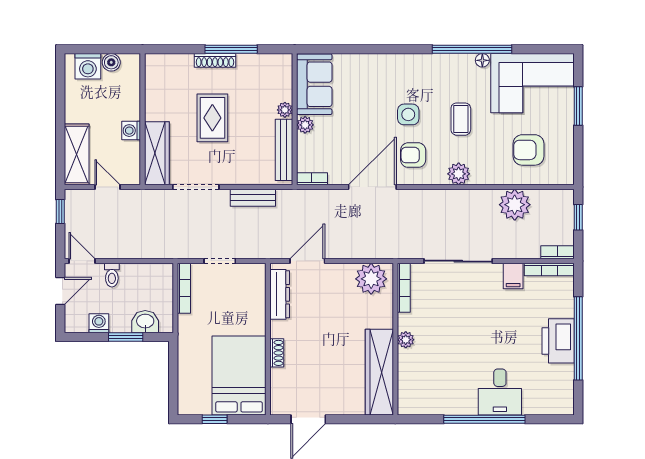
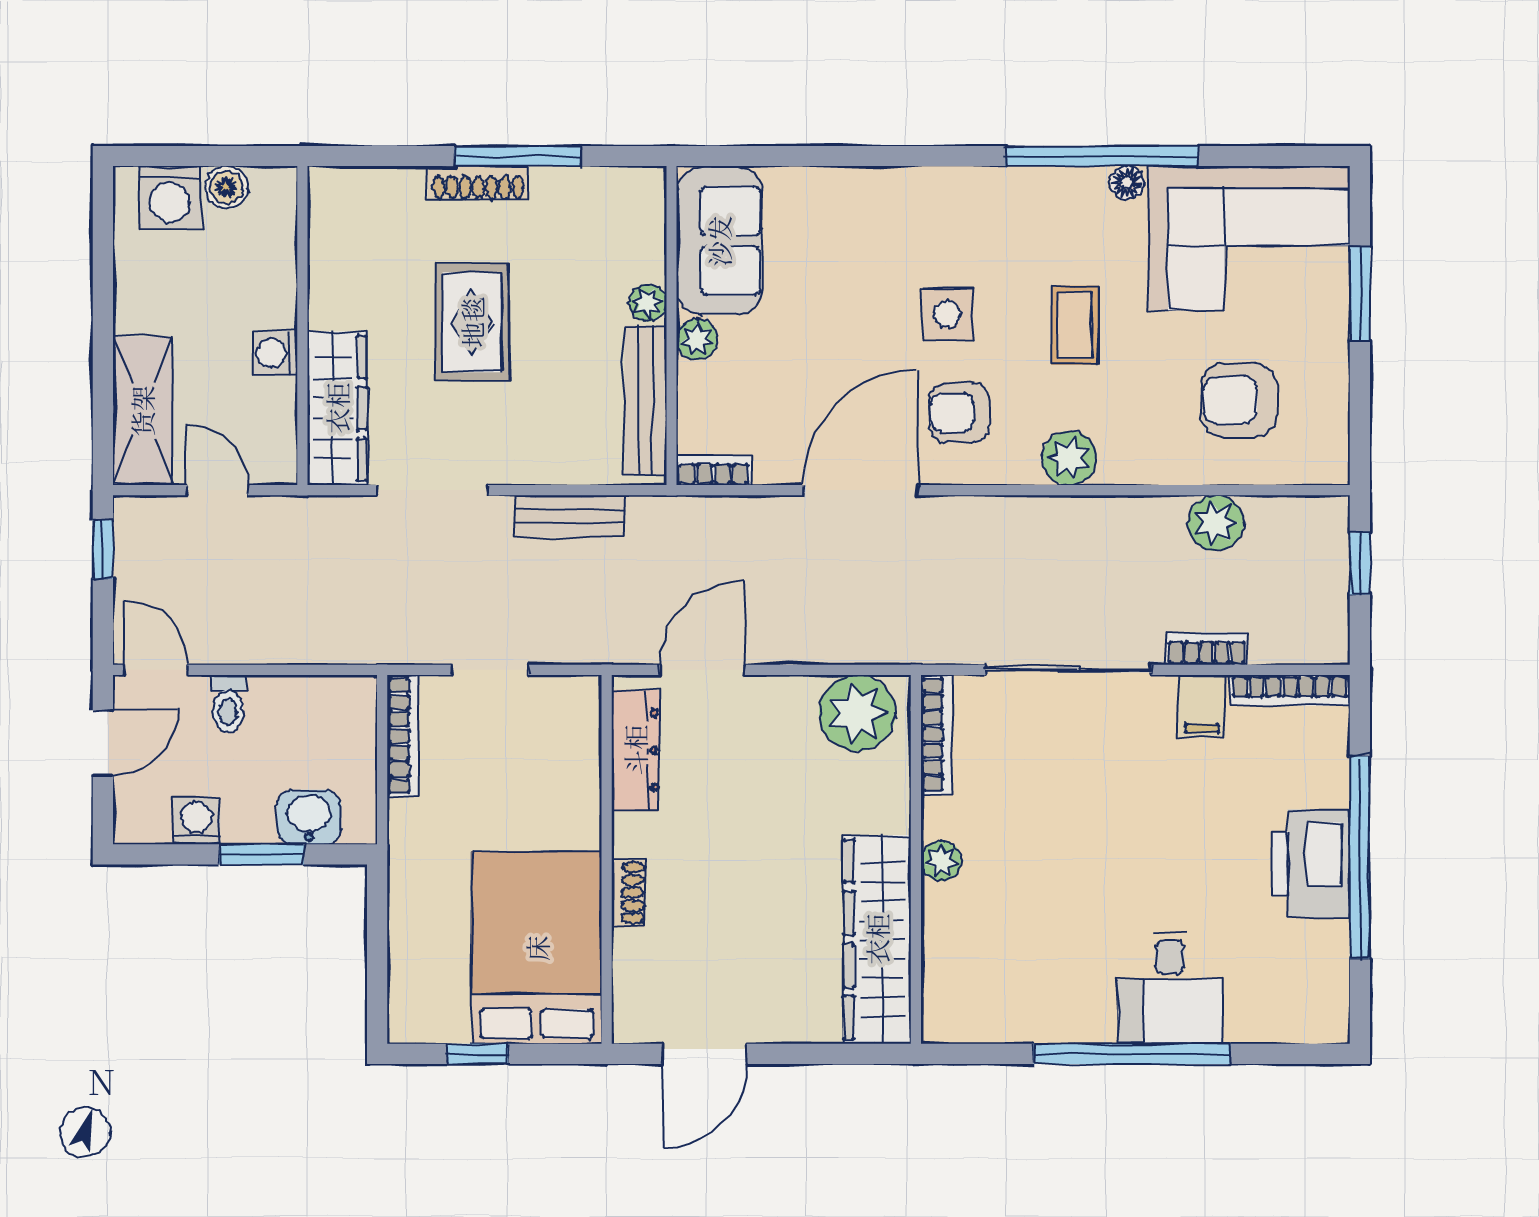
plant: (515, 205) -> (1216, 523), width x0.73, depth x0.73
bookcase: (557, 252) -> (1207, 649), moved

